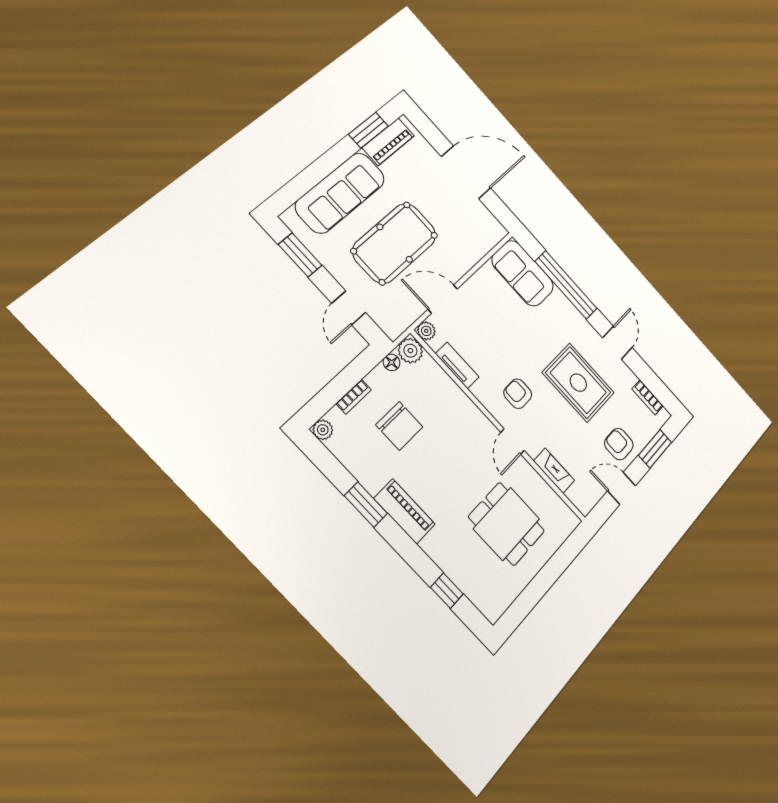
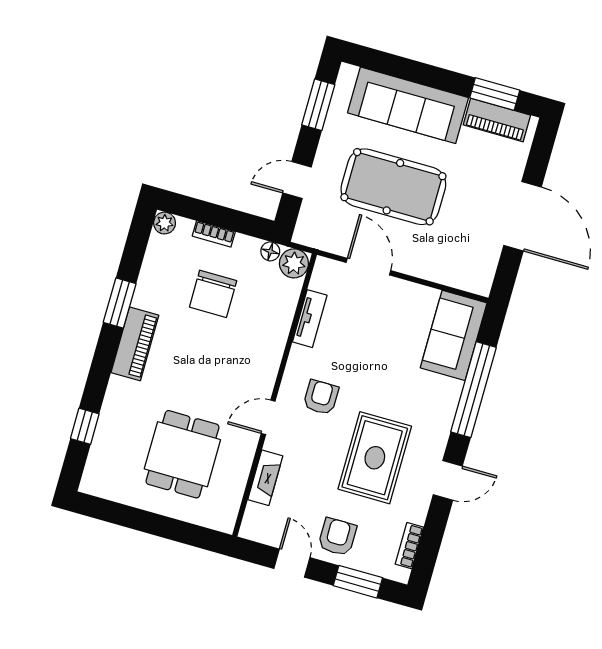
plant: (426, 331) -> (324, 268), removed

